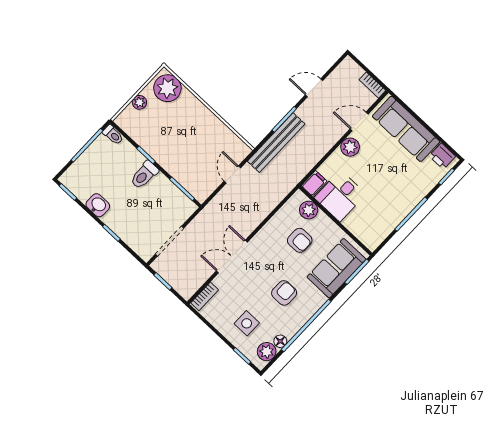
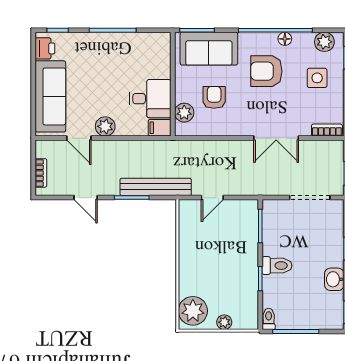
bookcase: (372, 85) -> (41, 173), moved
armchair: (284, 293) -> (266, 71), width x1.38, depth x1.38
floor lamp: (280, 341) -> (285, 39), moved

